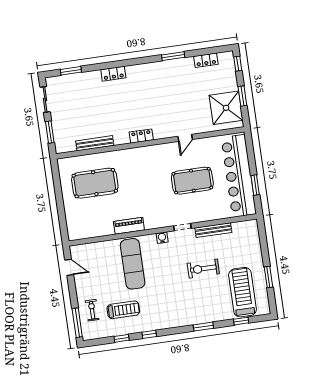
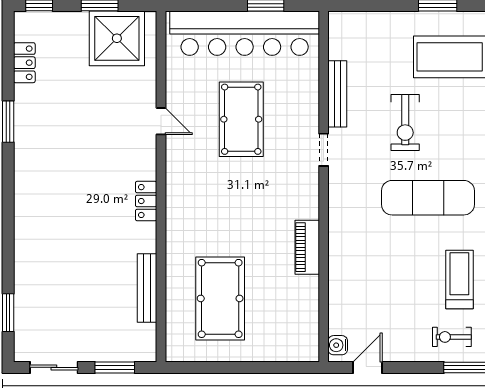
locker: (113, 74) -> (25, 236), removed
water cooler: (162, 238) -> (338, 345), moved
exercise mat: (133, 264) -> (428, 198), moved

